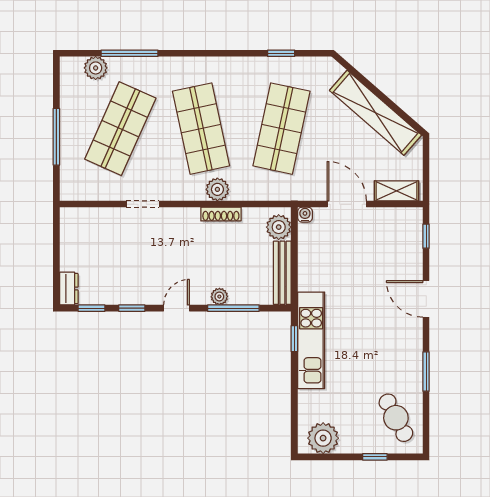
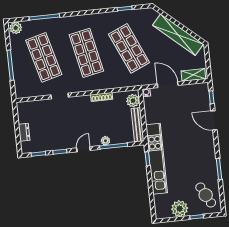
plant: (96, 68) -> (16, 28), moved
shop shelf: (120, 129) -> (44, 57), turned -39
shop shelf: (282, 129) -> (129, 48), turned -36
plant: (217, 189) -> (98, 84), removed
dresser: (69, 289) -> (24, 132), moved
door: (426, 299) -> (214, 120), moved
kitchen unit: (311, 340) -> (156, 159), width x1.36
plant: (323, 438) -> (180, 209), moved

